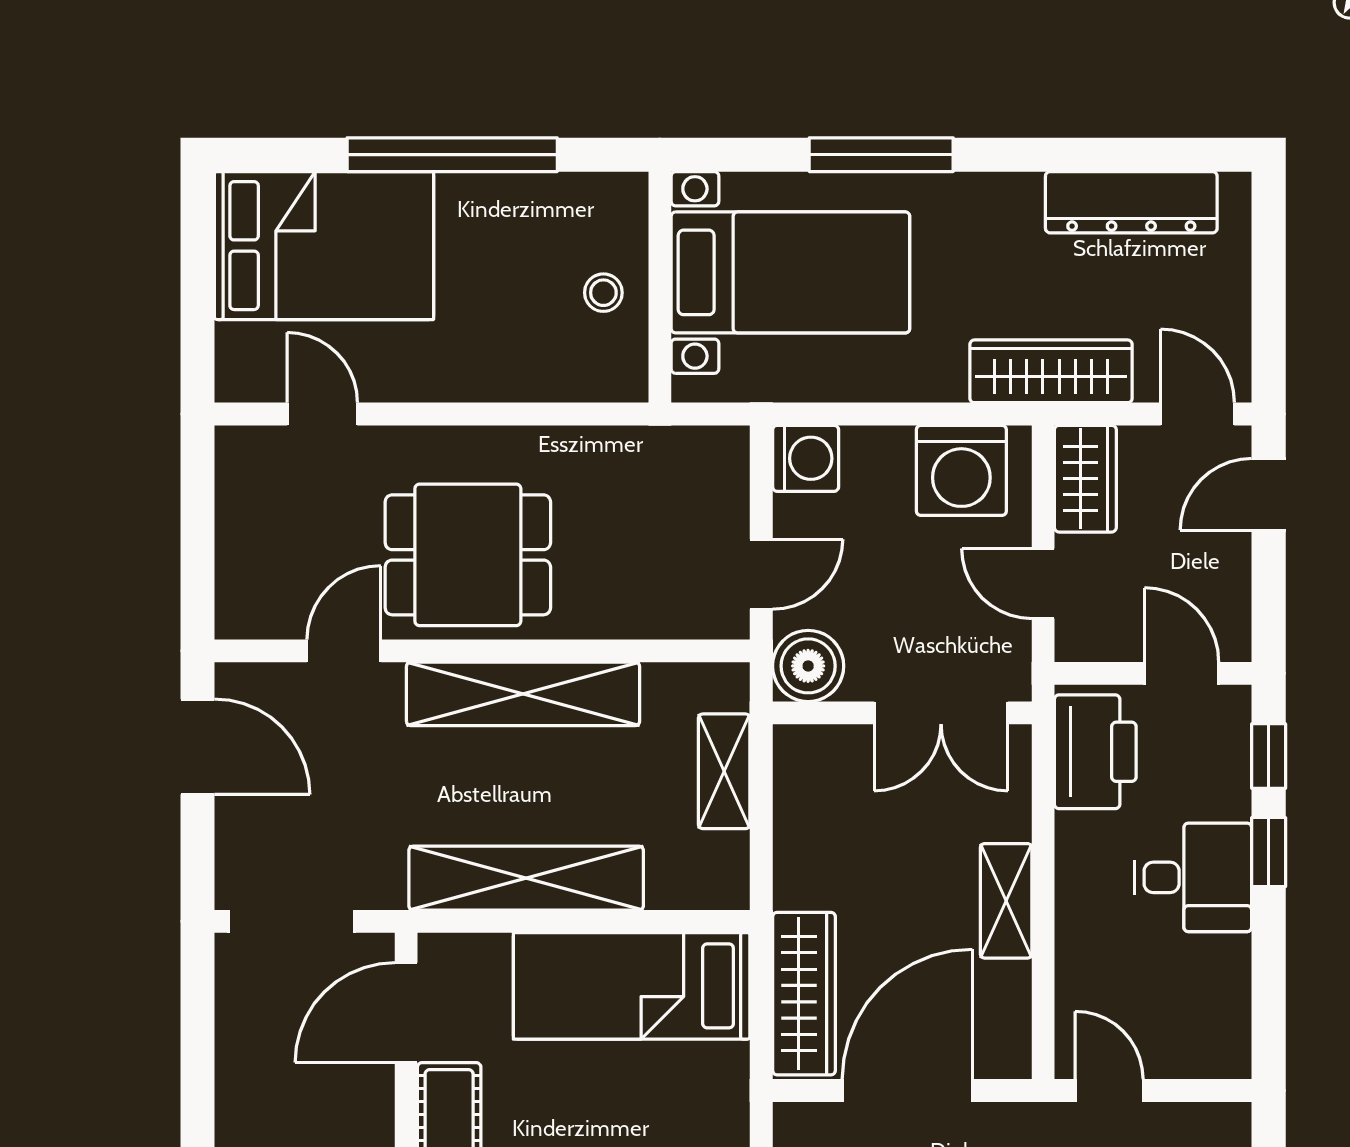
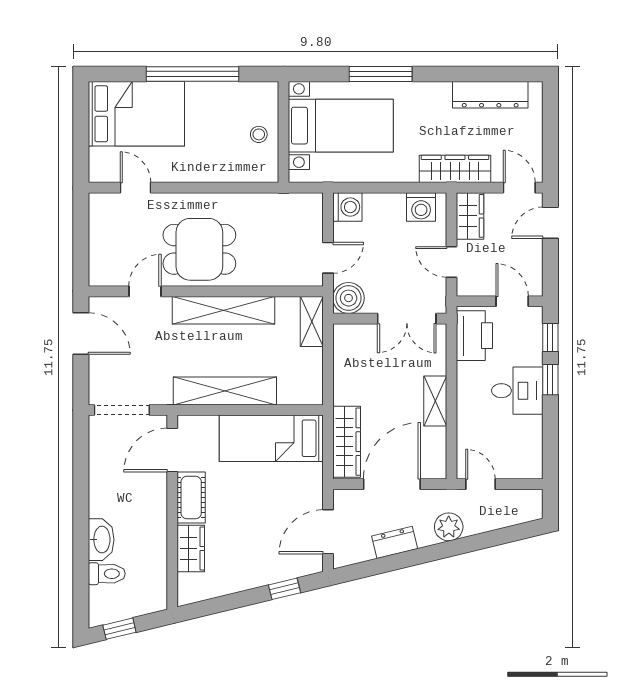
washing machine: (961, 470) -> (421, 207), width x0.73, depth x0.73
shelving: (724, 771) -> (312, 321), moved

